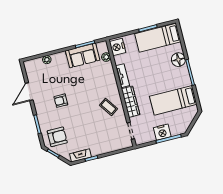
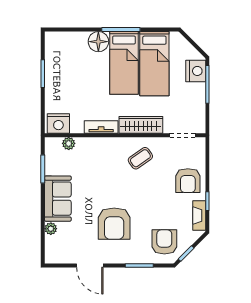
bed: (158, 38) -> (124, 63), moved
sofa: (83, 56) -> (58, 199), moved
armchair: (61, 101) -> (114, 224), width x1.88, depth x1.88
nightstand: (162, 132) -> (196, 71), moved
armchair: (102, 142) -> (188, 181), added

